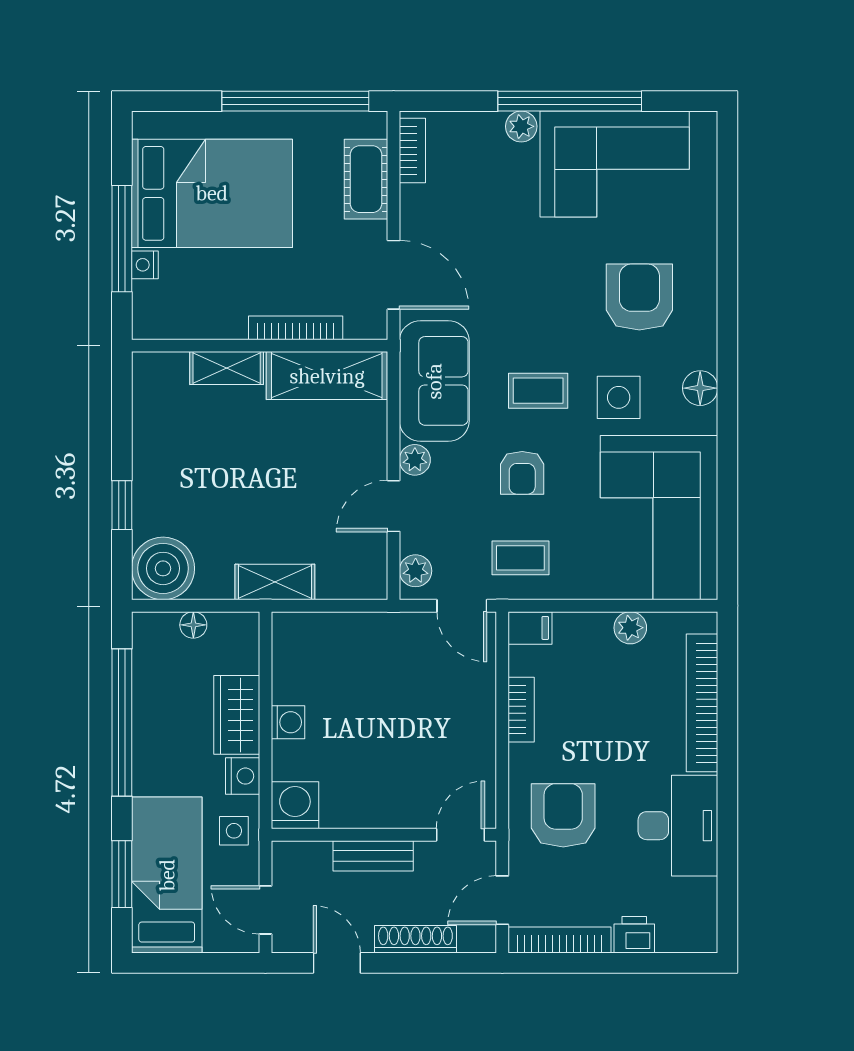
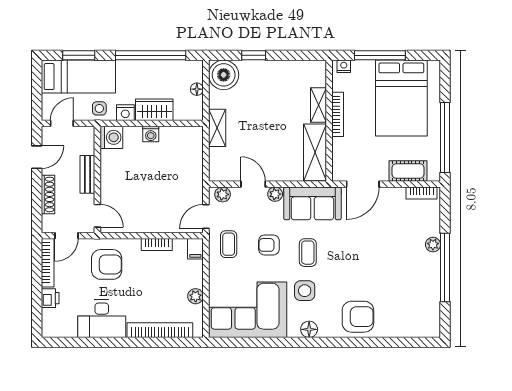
corner sofa: (615, 164) -> (415, 289), removed
nightstand: (145, 265) -> (344, 66), moved
armchair: (639, 297) -> (358, 317), moved
bookcase: (296, 328) -> (338, 114), moved
door: (502, 900) -> (67, 236), swing flipped

